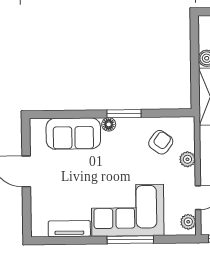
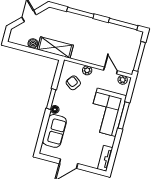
tv unit: (69, 229) -> (105, 158), moved

